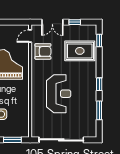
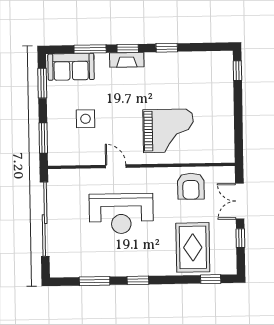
door: (30, 36) -> (116, 166), moved

